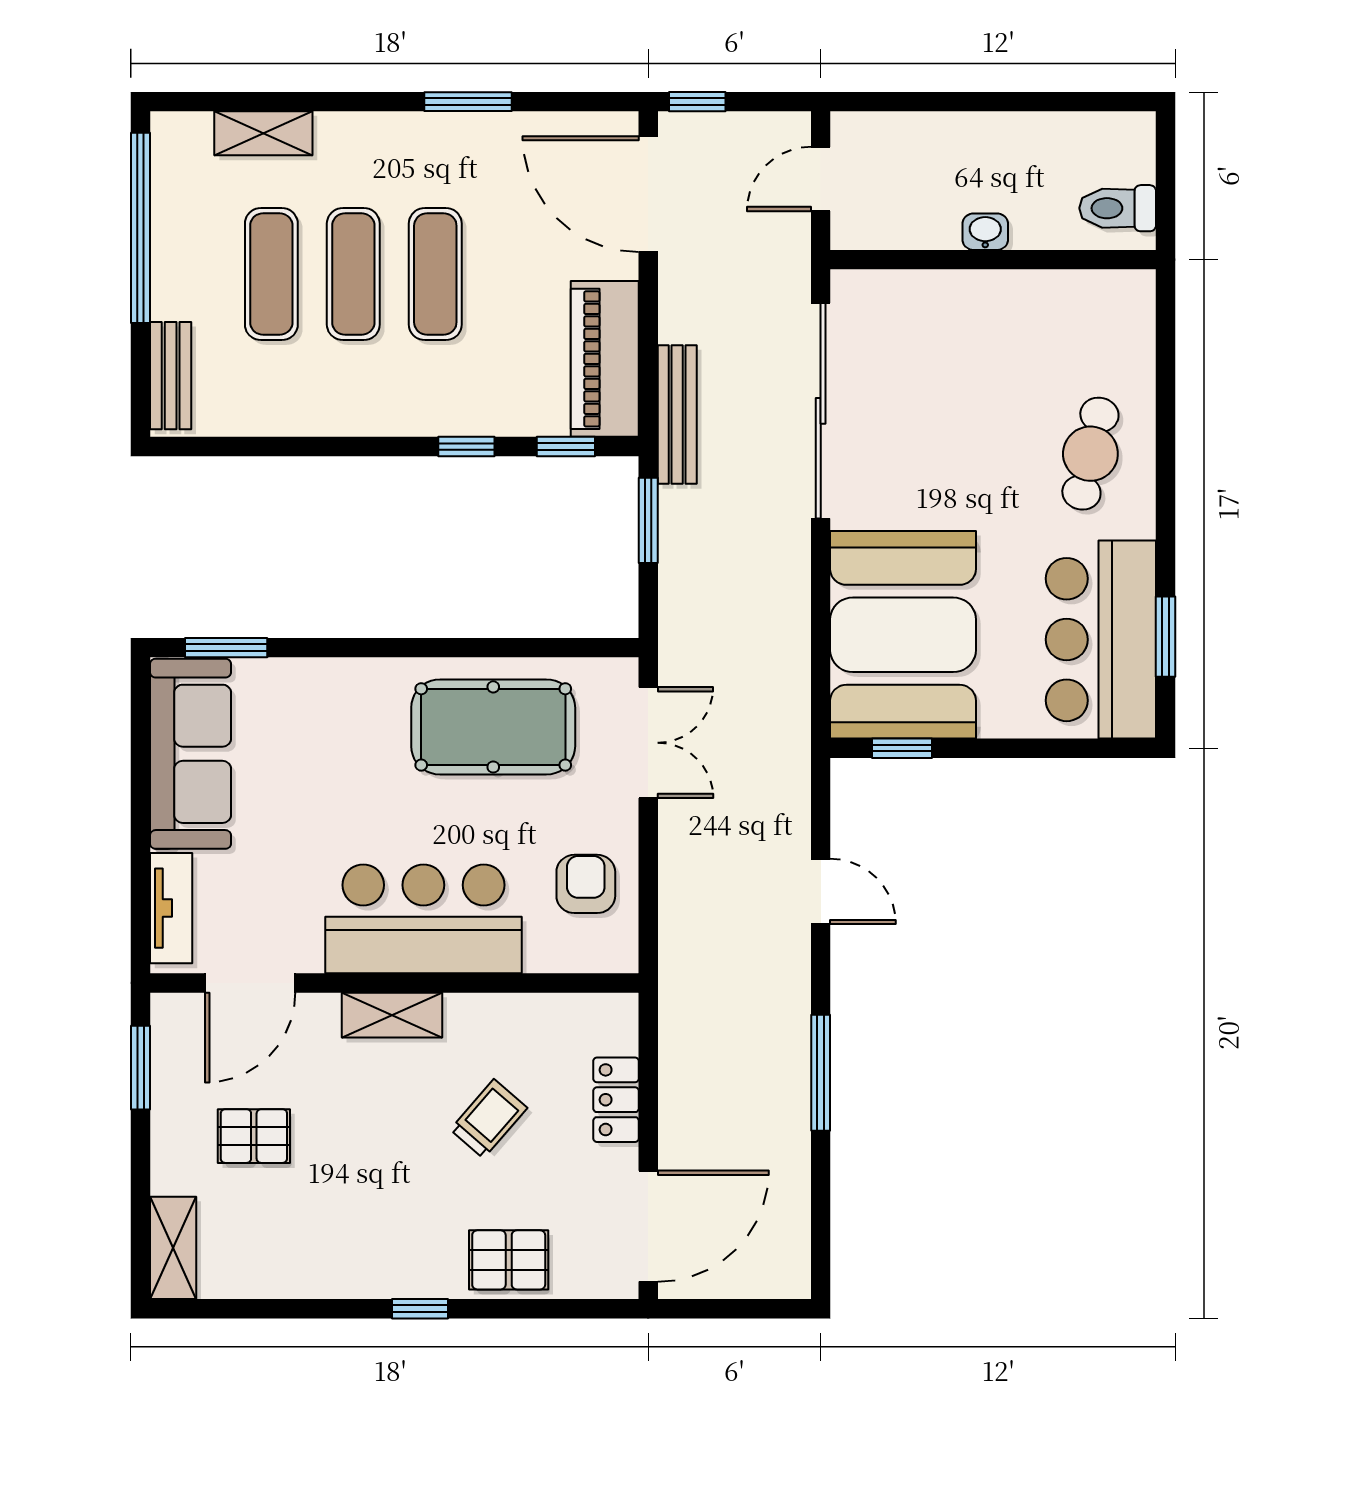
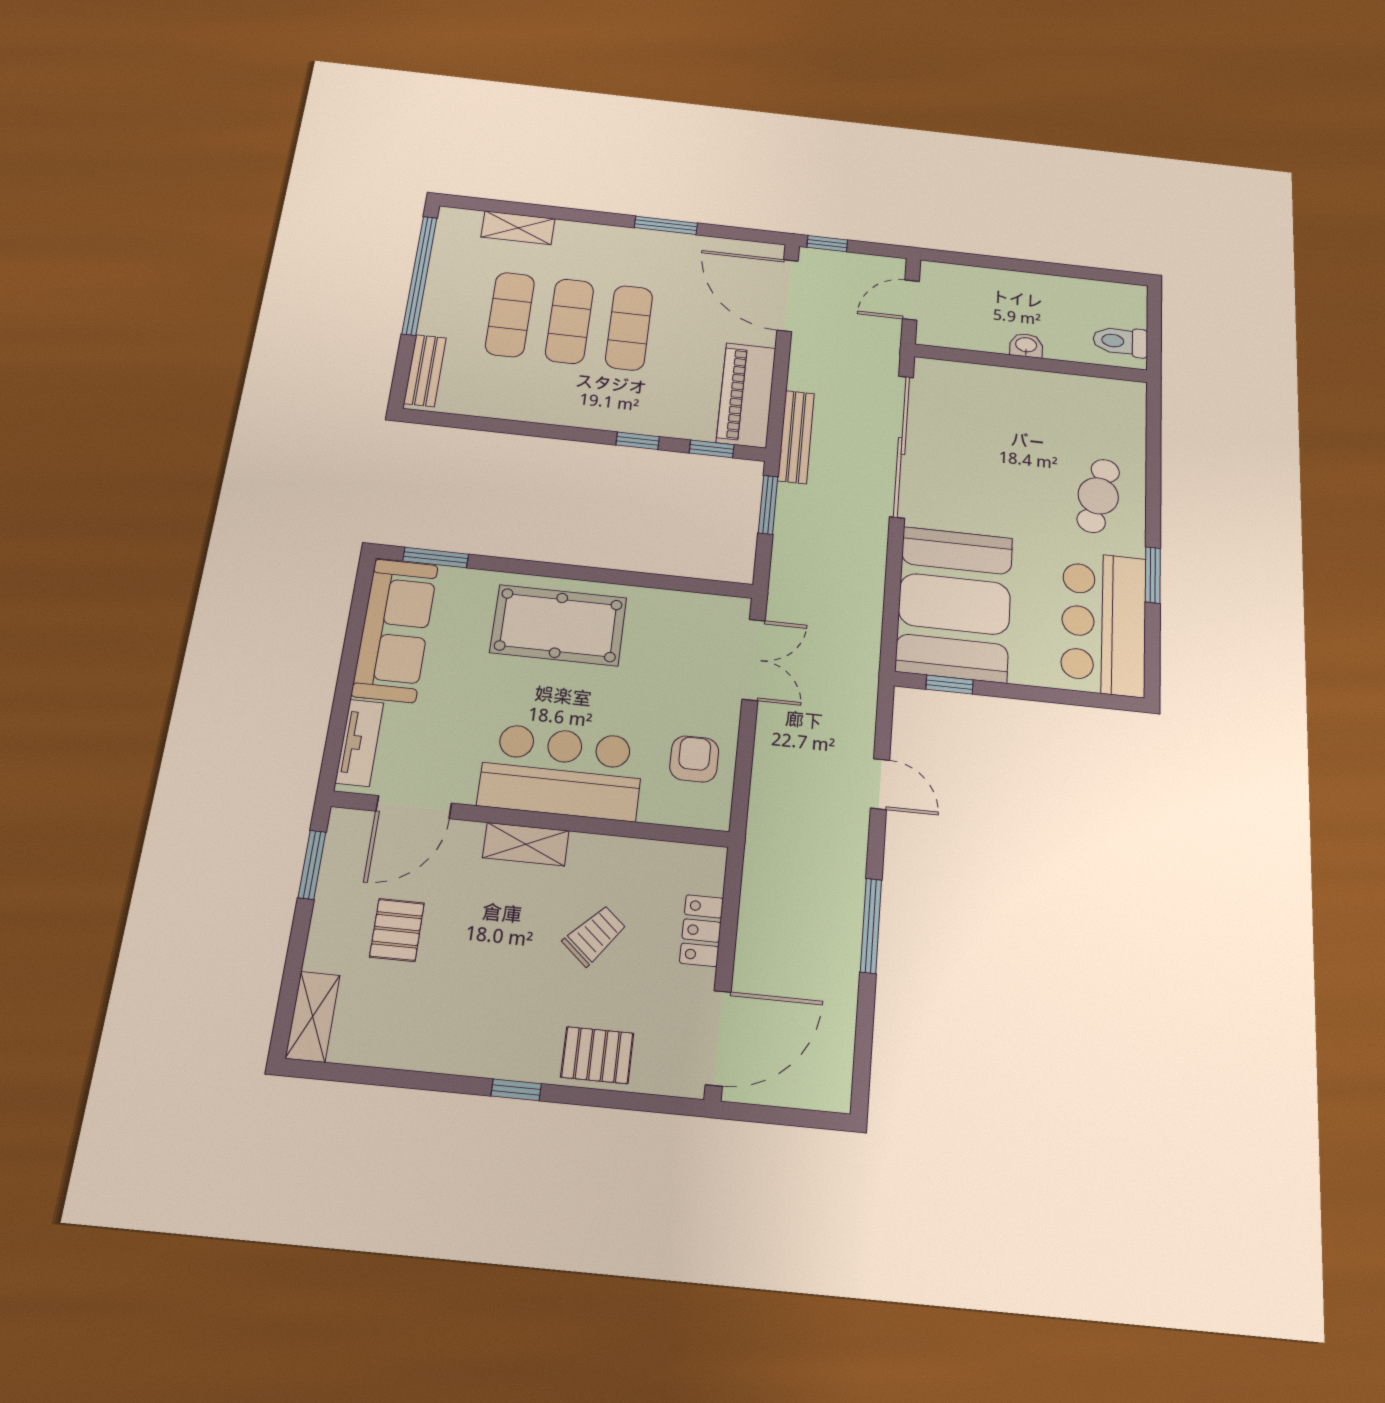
window: (1166, 637) -> (1153, 575), moved
pool table: (493, 727) -> (558, 625), moved
pallet: (254, 1136) -> (397, 930), turned 90

